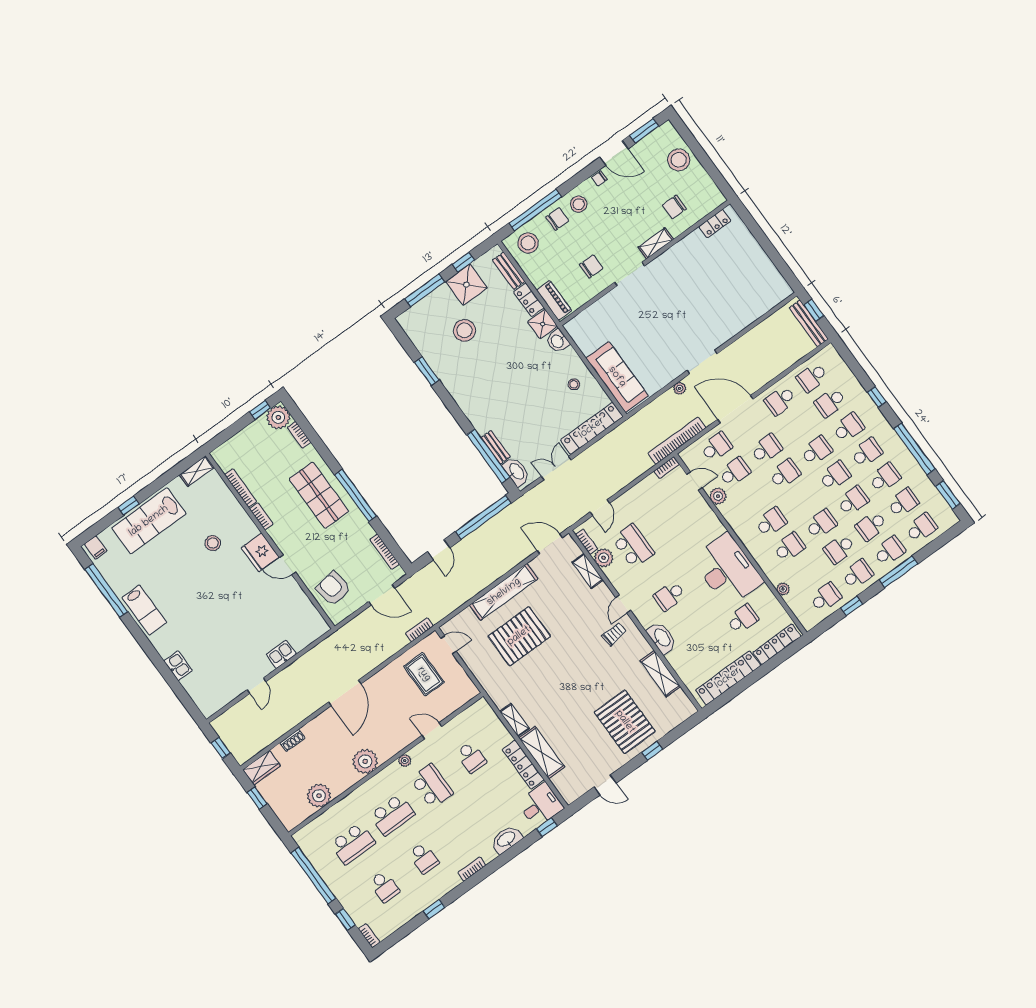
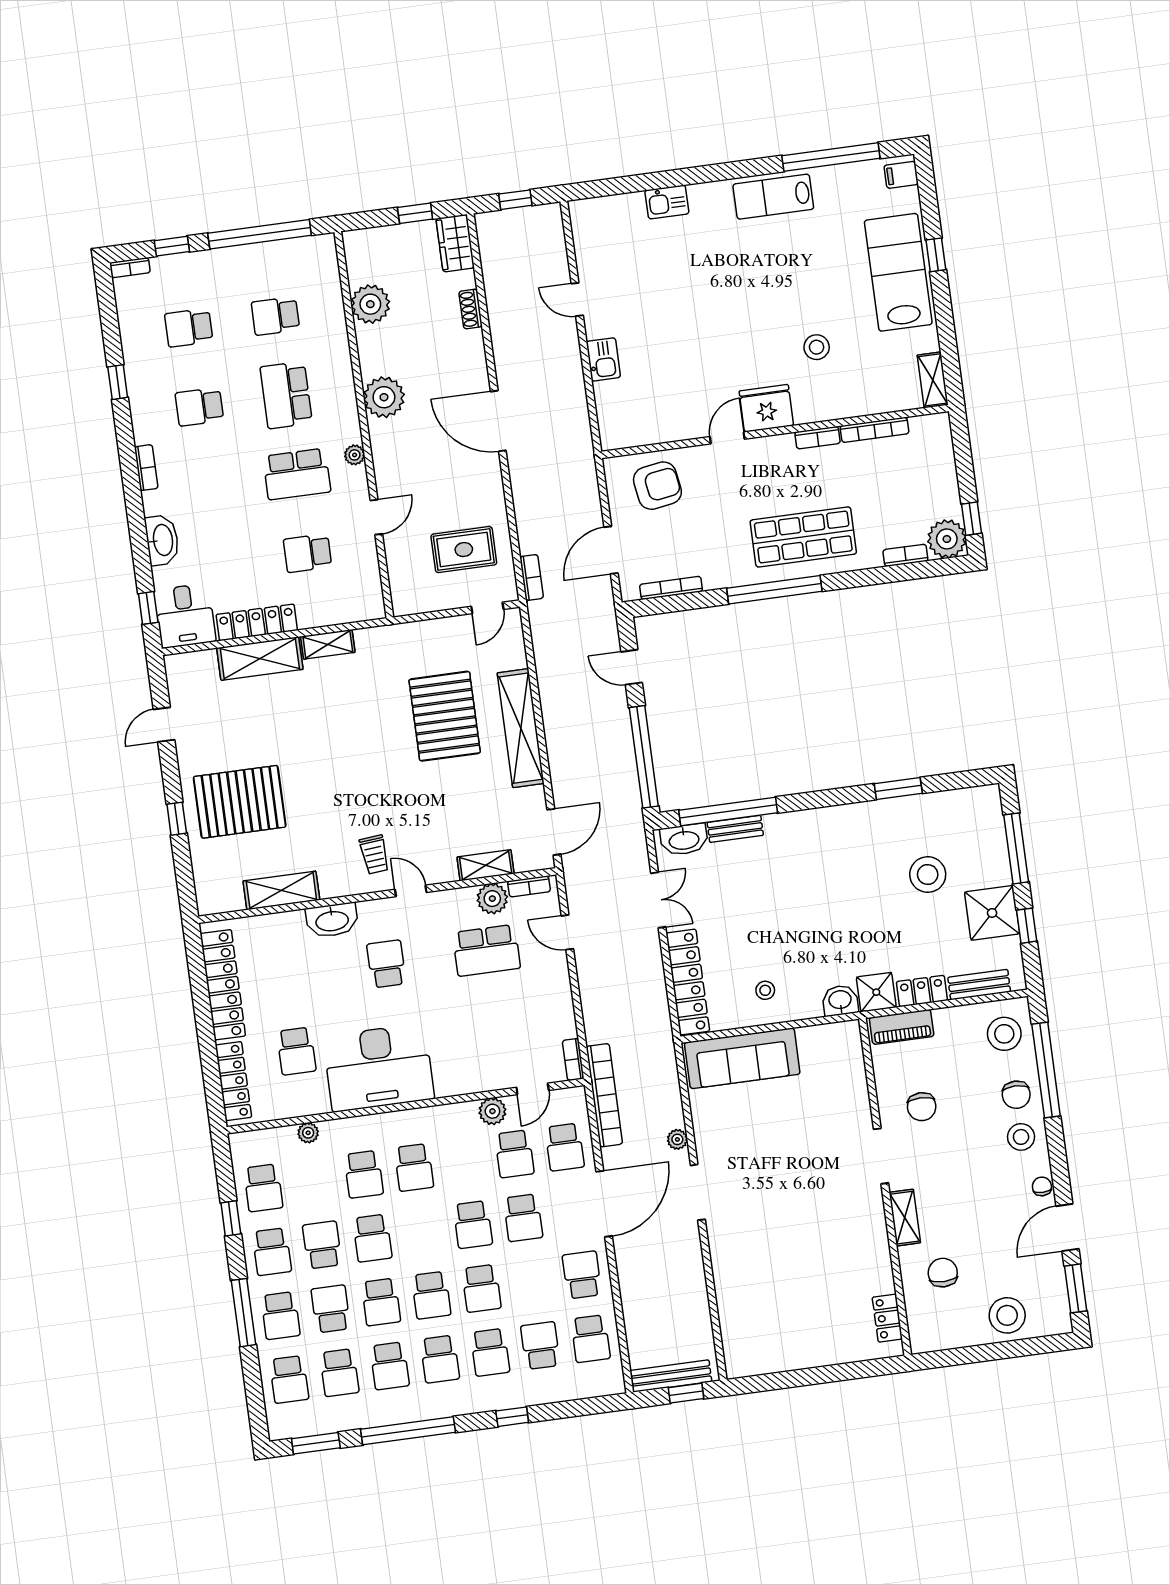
school desk: (812, 377) -> (591, 1339), turned 180
school desk: (353, 843) -> (275, 316), width x0.54

